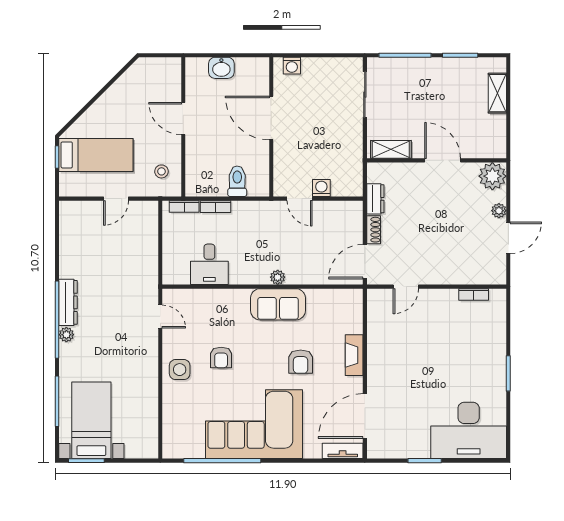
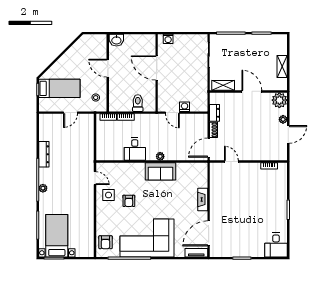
washbasin: (221, 68) -> (116, 40), moved
shelving: (497, 93) -> (282, 66), moved
desk: (209, 264) -> (135, 149), moved
door: (406, 287) -> (231, 162), swing flipped
dresser: (68, 302) -> (44, 154), moved
armchair: (301, 362) -> (106, 242), moved
side table: (180, 370) -> (109, 195), moved
desk: (469, 430) -> (276, 245), width x0.53, depth x0.77

